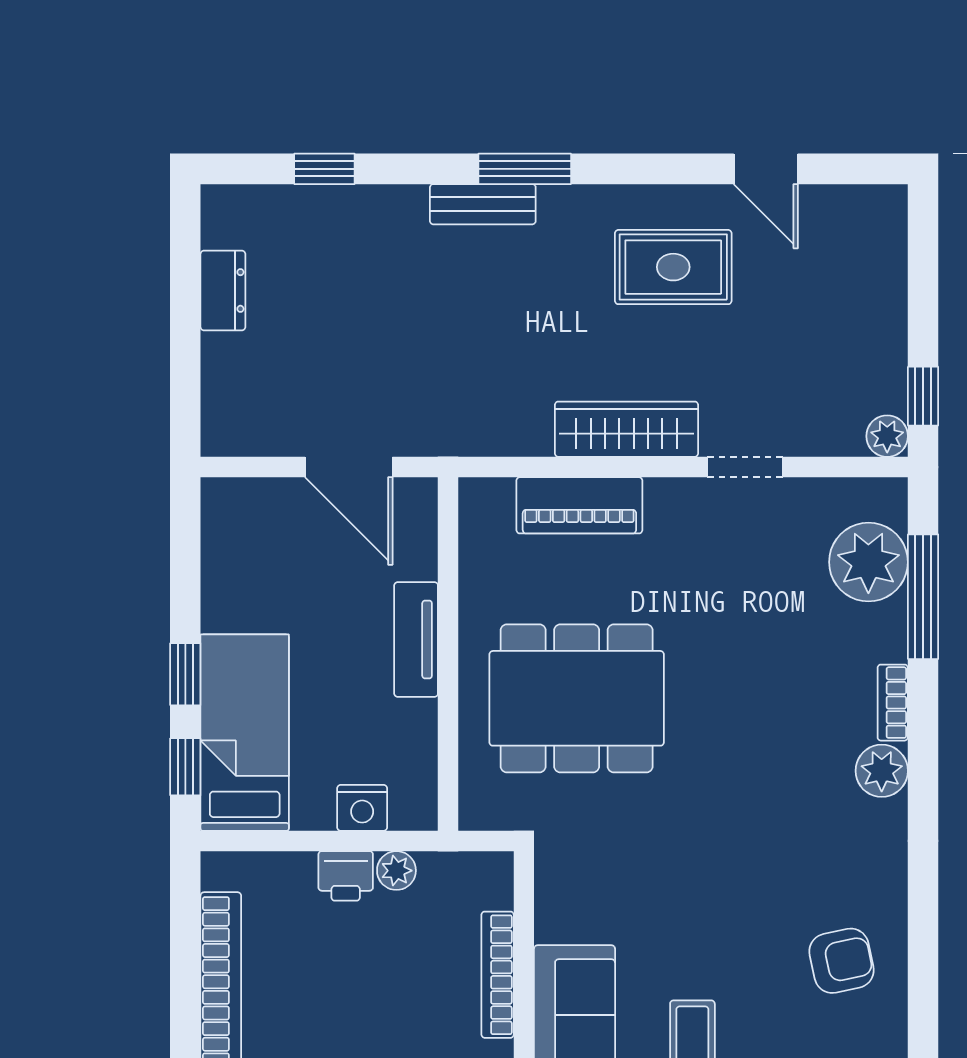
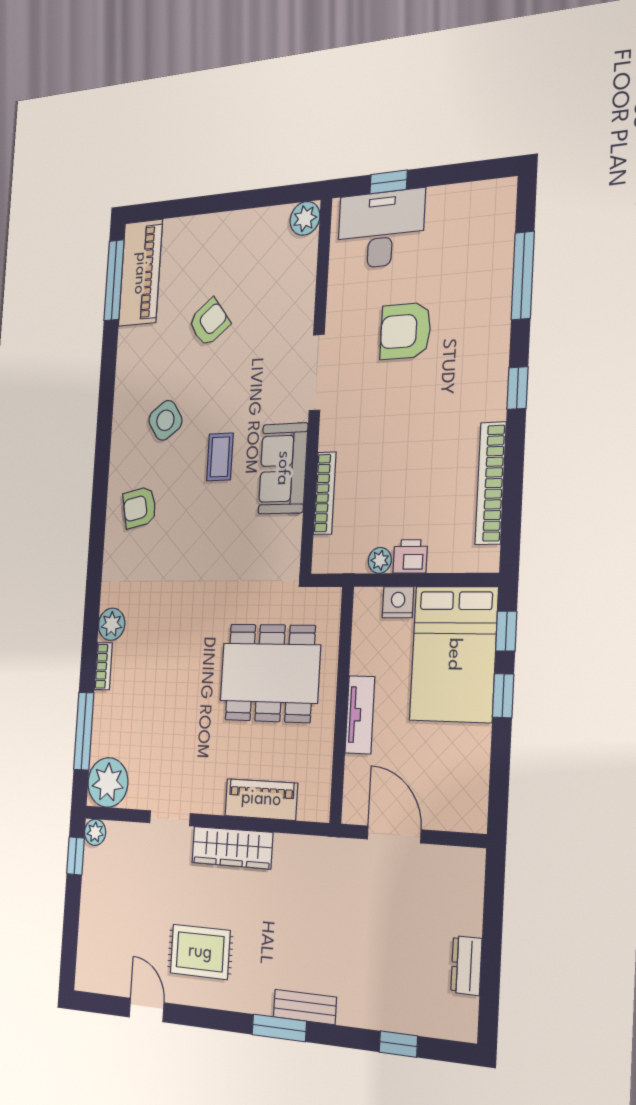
plant: (868, 562) -> (108, 782), moved
bed: (245, 733) -> (454, 654), width x1.50

